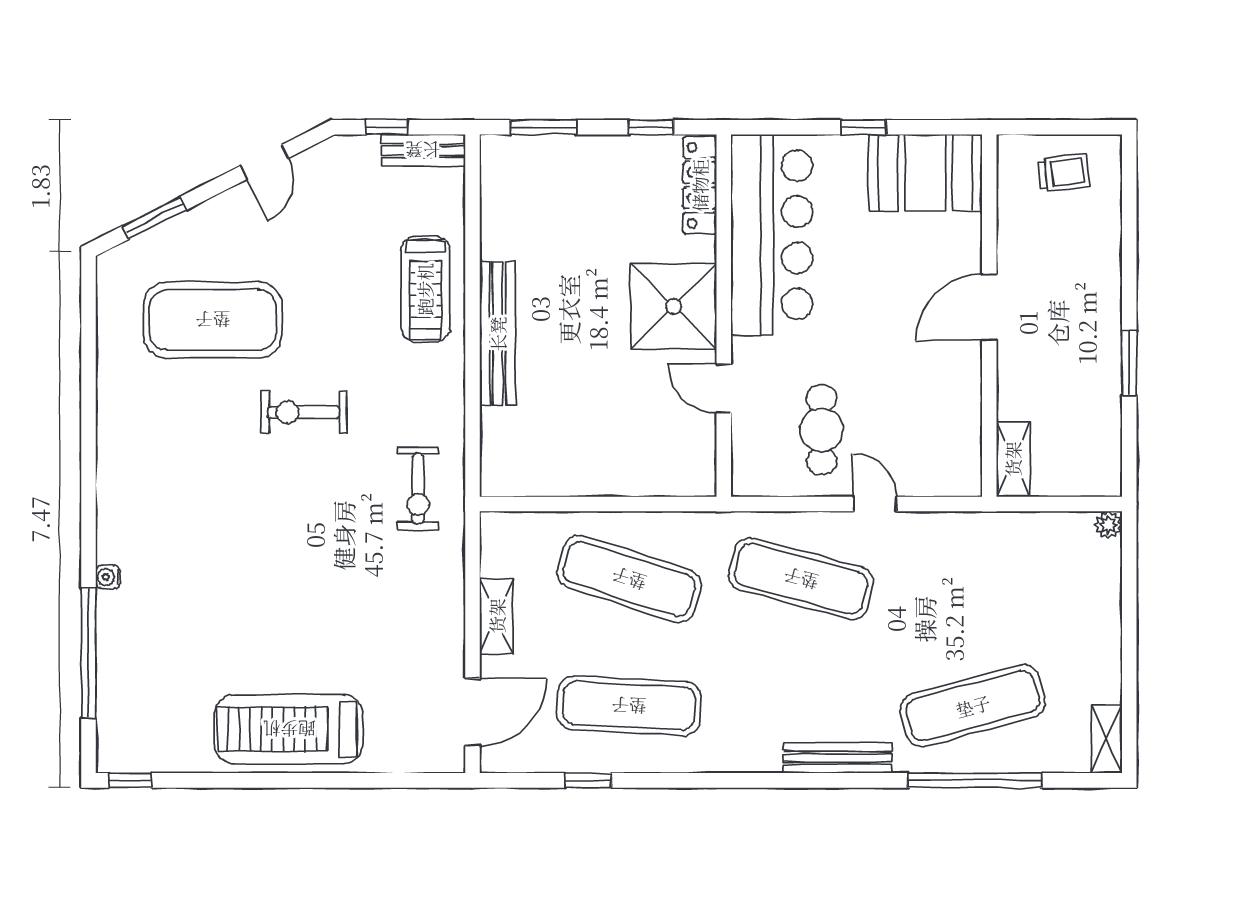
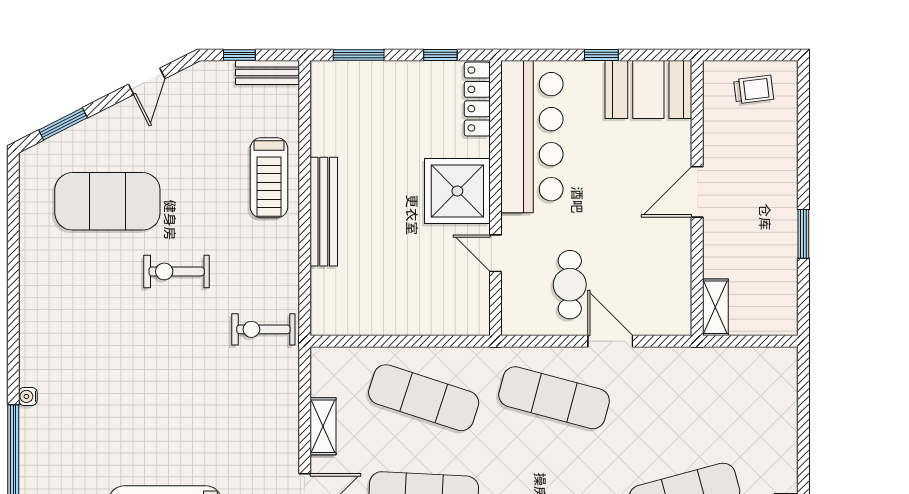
exercise bike: (418, 489) -> (263, 329), turned 90
door: (875, 504) -> (610, 341), width x1.38
plant: (1108, 525) -> (787, 357), removed

